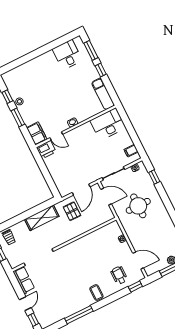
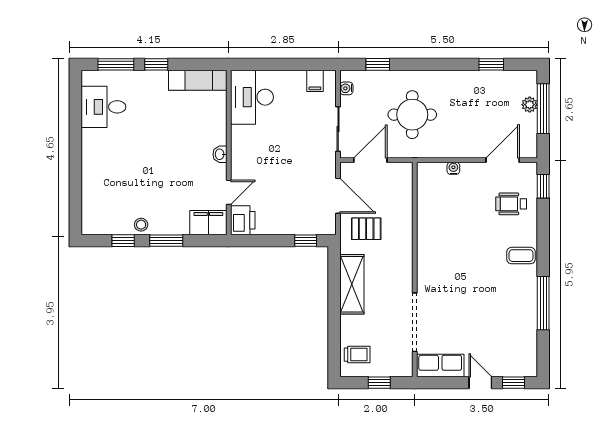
window: (52, 185) -> (306, 241), added

